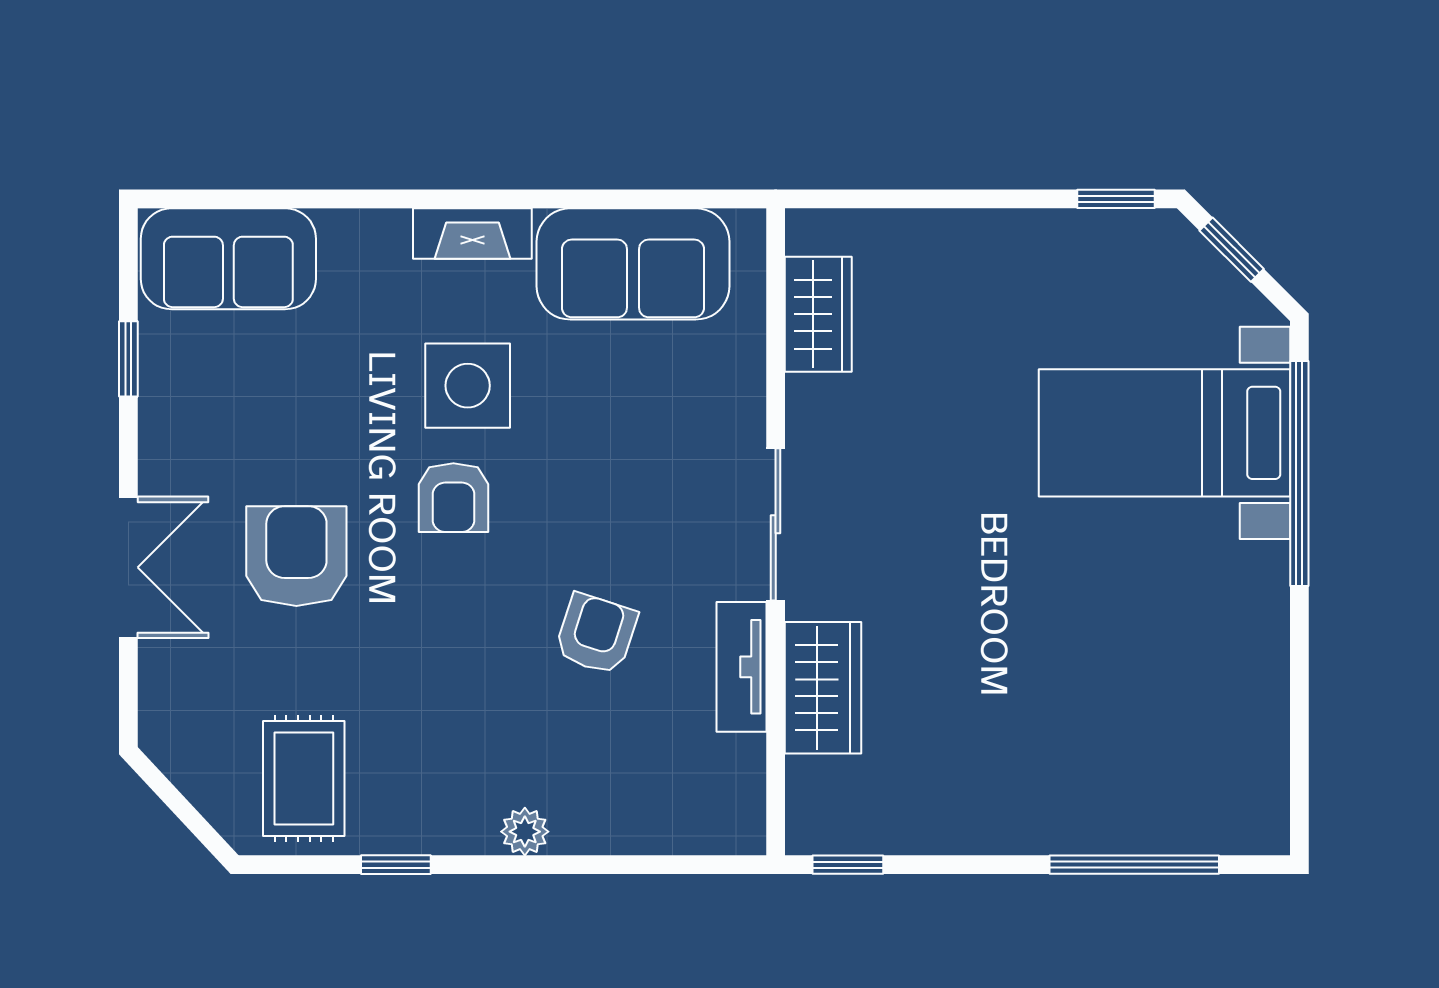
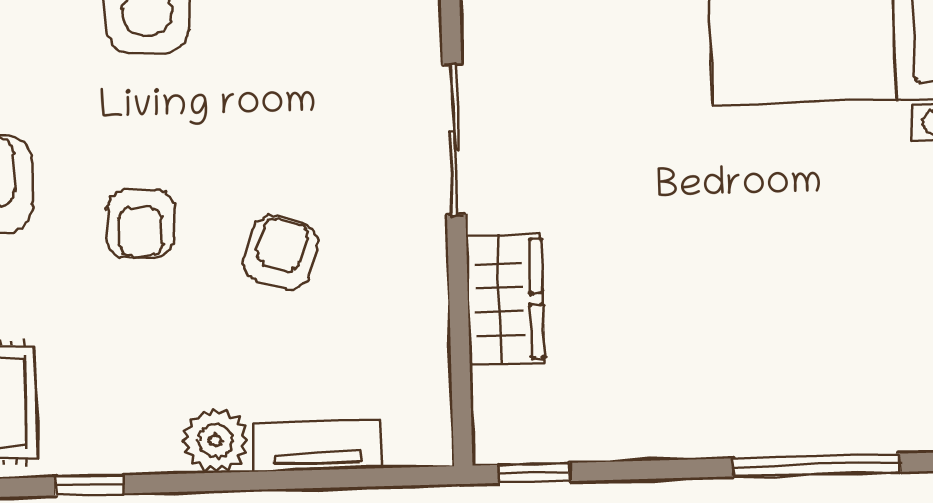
armchair: (453, 498) -> (140, 224), moved
tv unit: (741, 667) -> (317, 445), moved, turned 90
plant: (525, 832) -> (215, 440), width x1.38, depth x1.38

